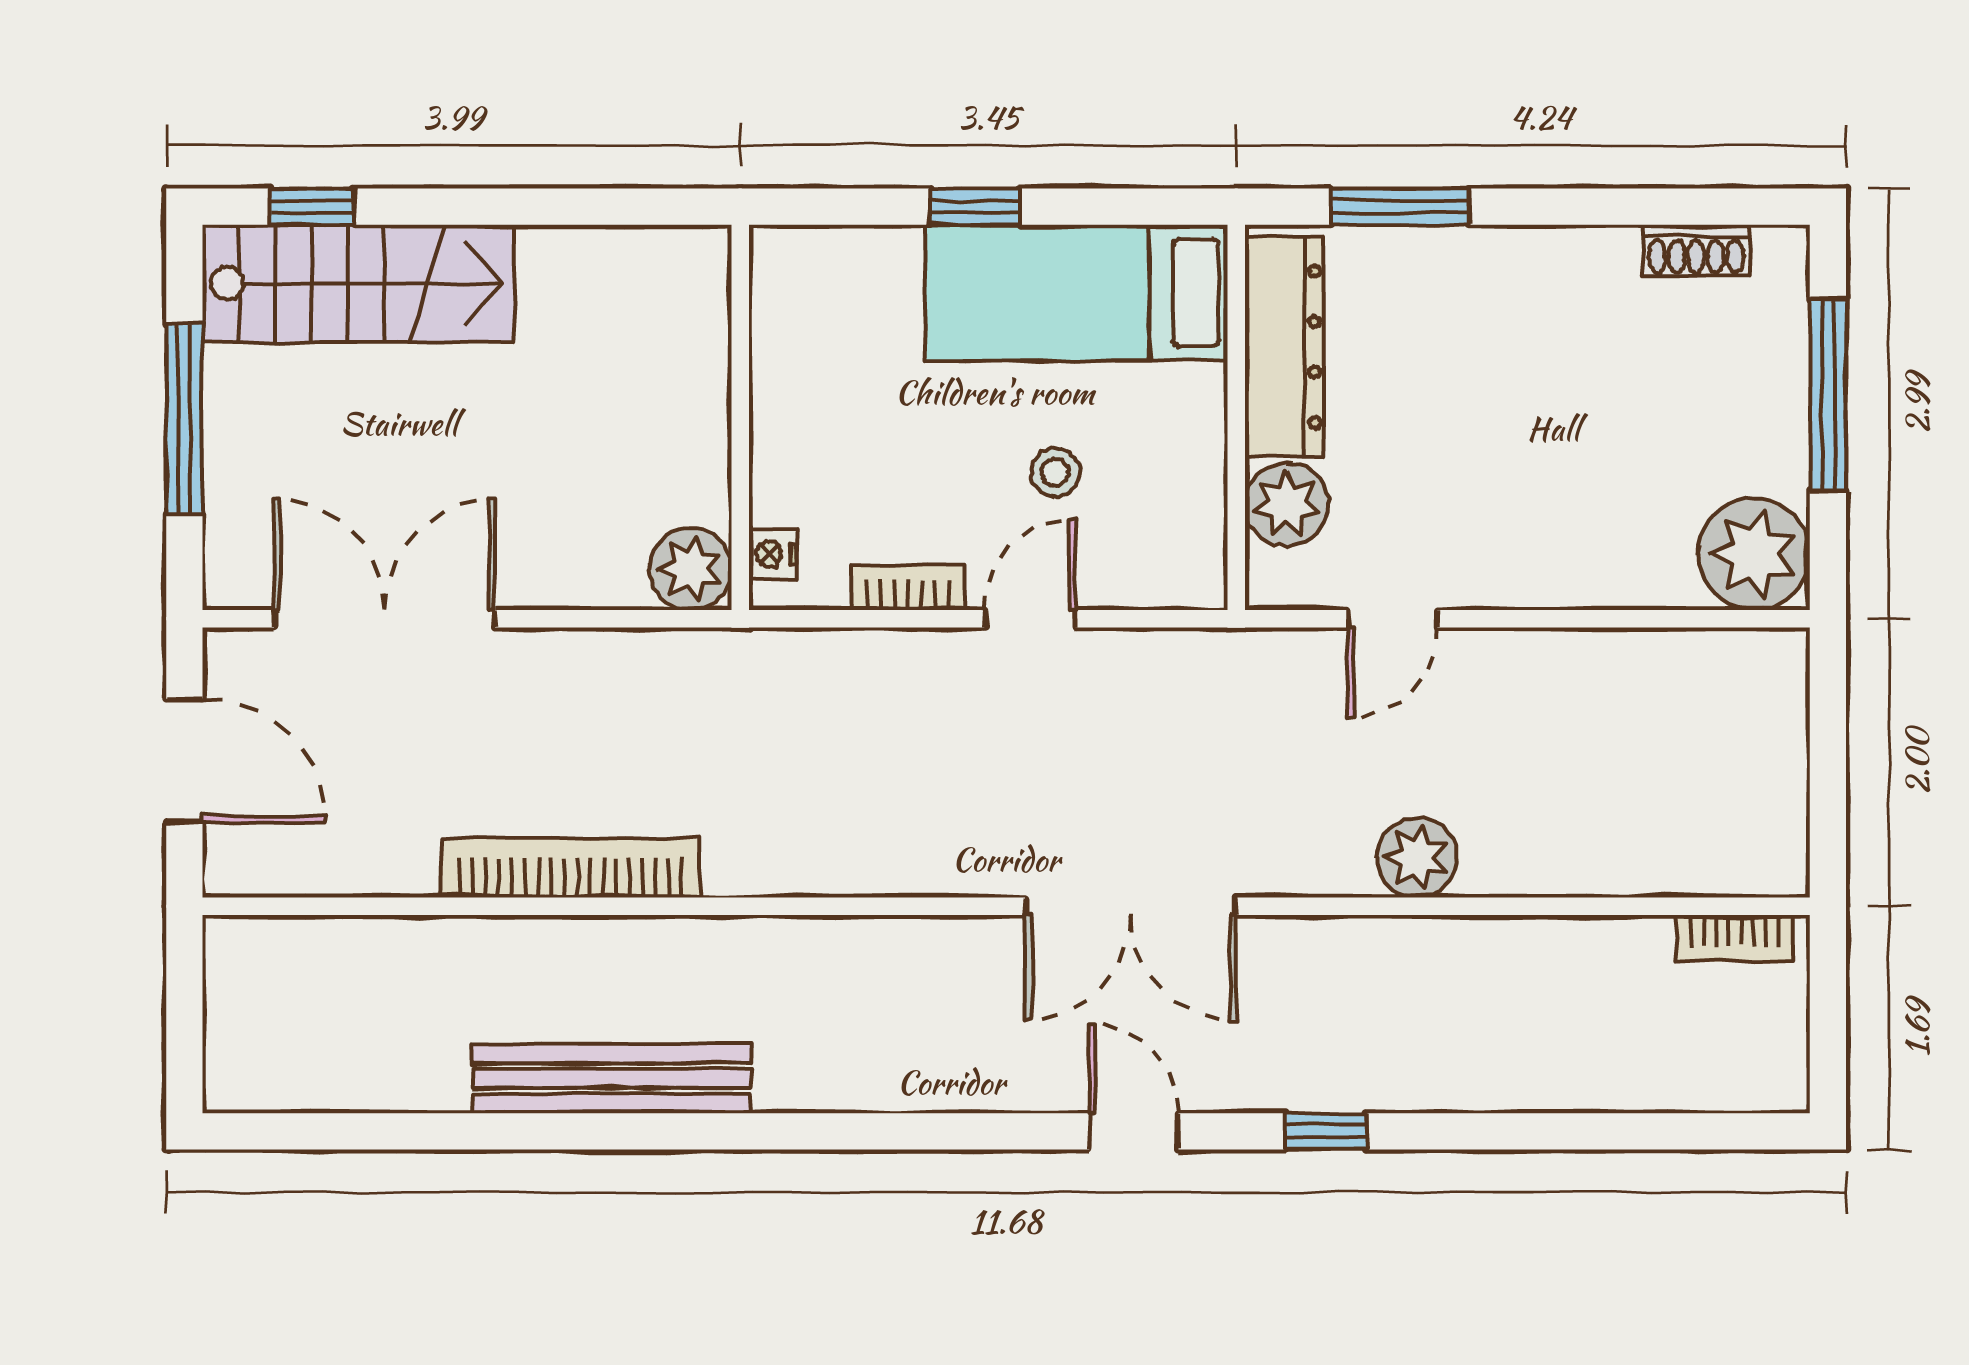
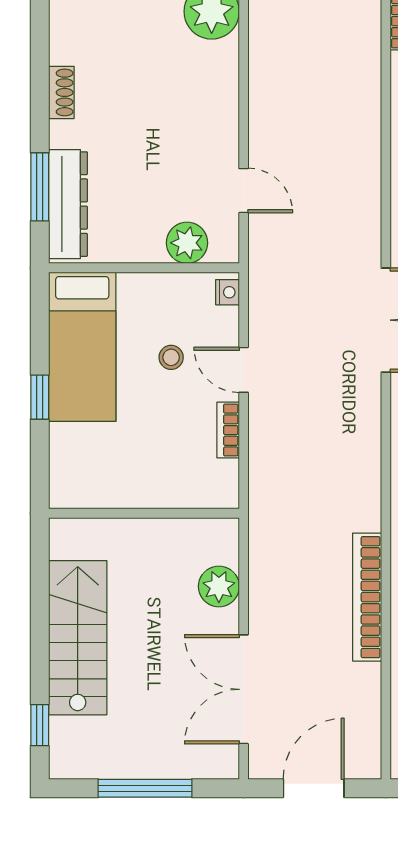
shoe rack: (1696, 250) -> (61, 92), moved
stairs: (358, 283) -> (78, 638), moved
dresser: (1284, 347) -> (68, 204), moved, turned 90
nightstand: (773, 554) -> (227, 292), moved, turned -90
plant: (690, 569) -> (219, 586), moved
plant: (1417, 858) -> (362, 178), removed

